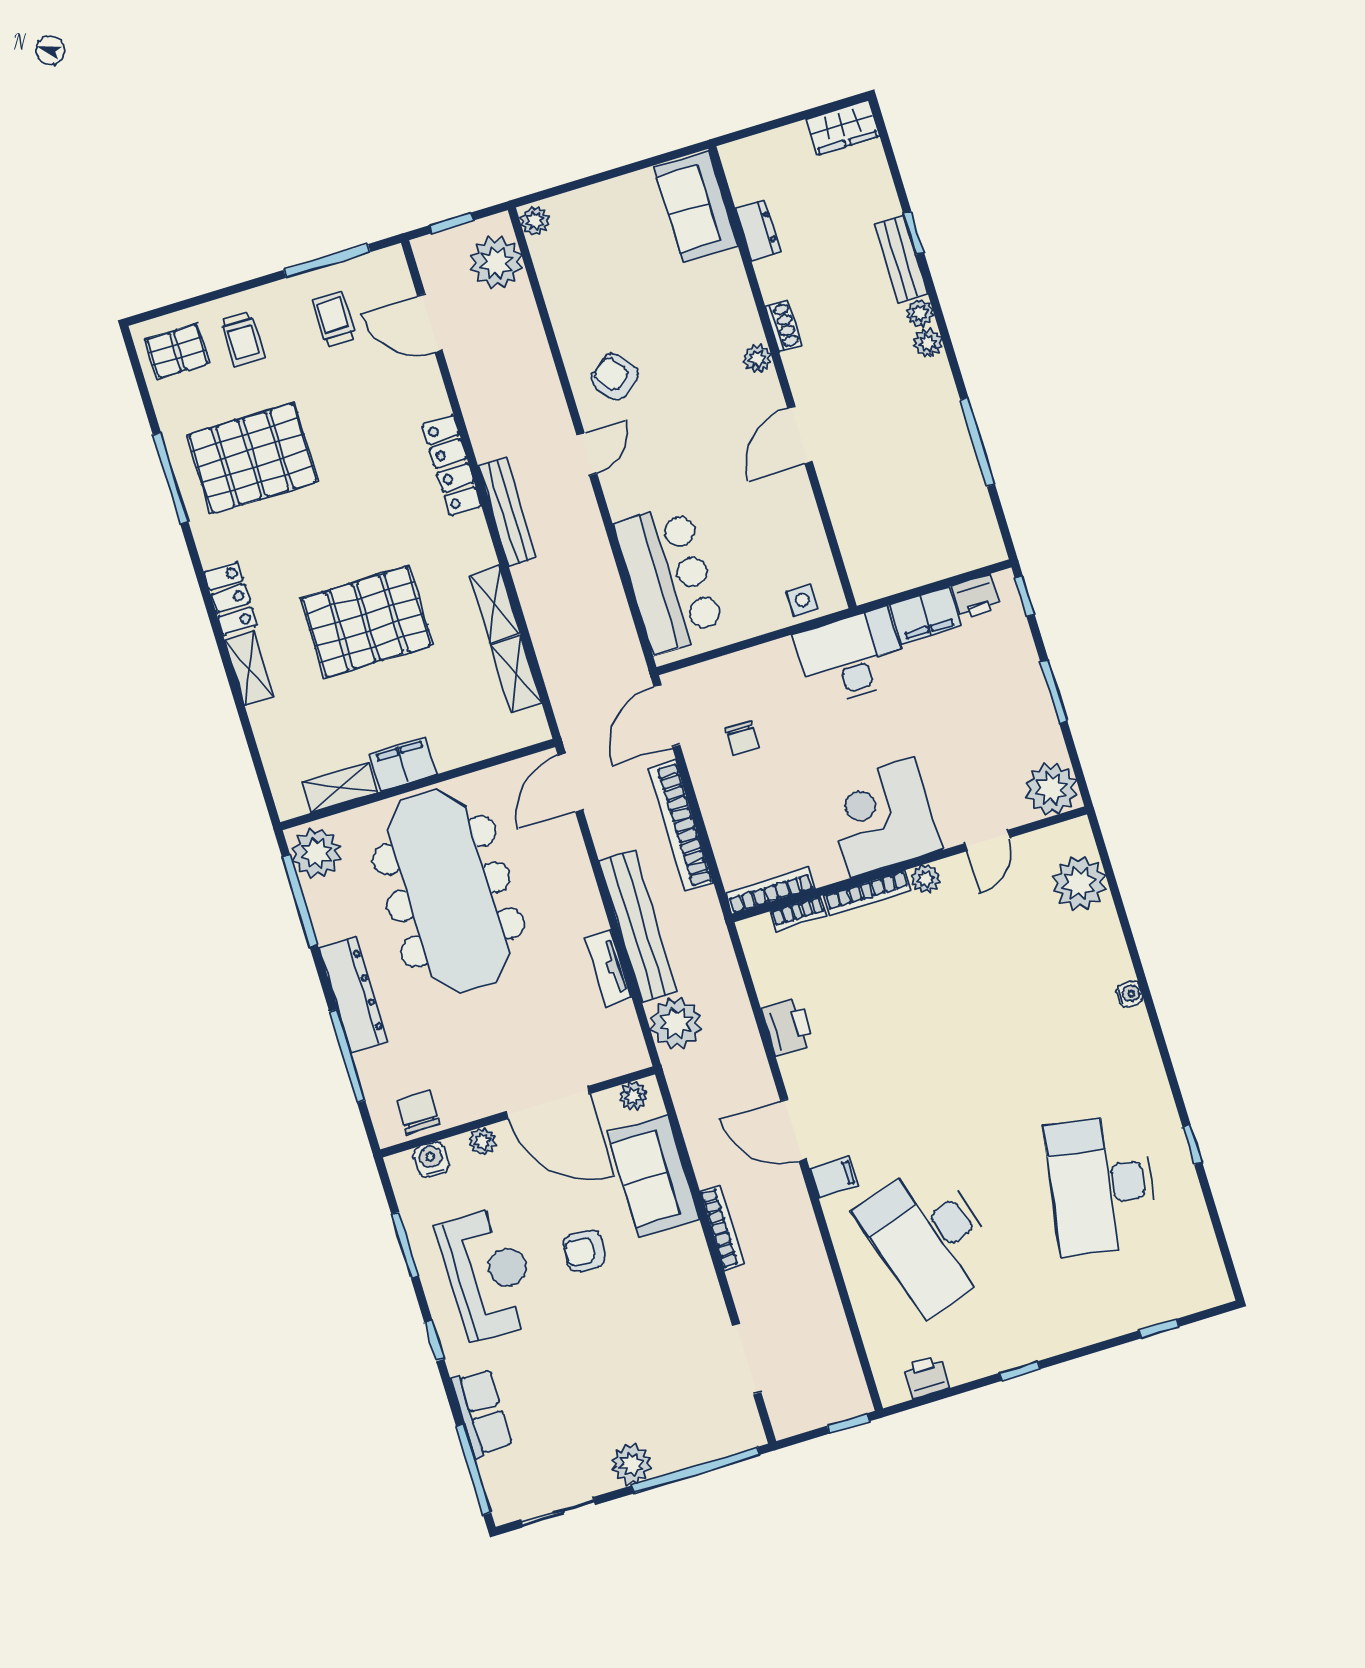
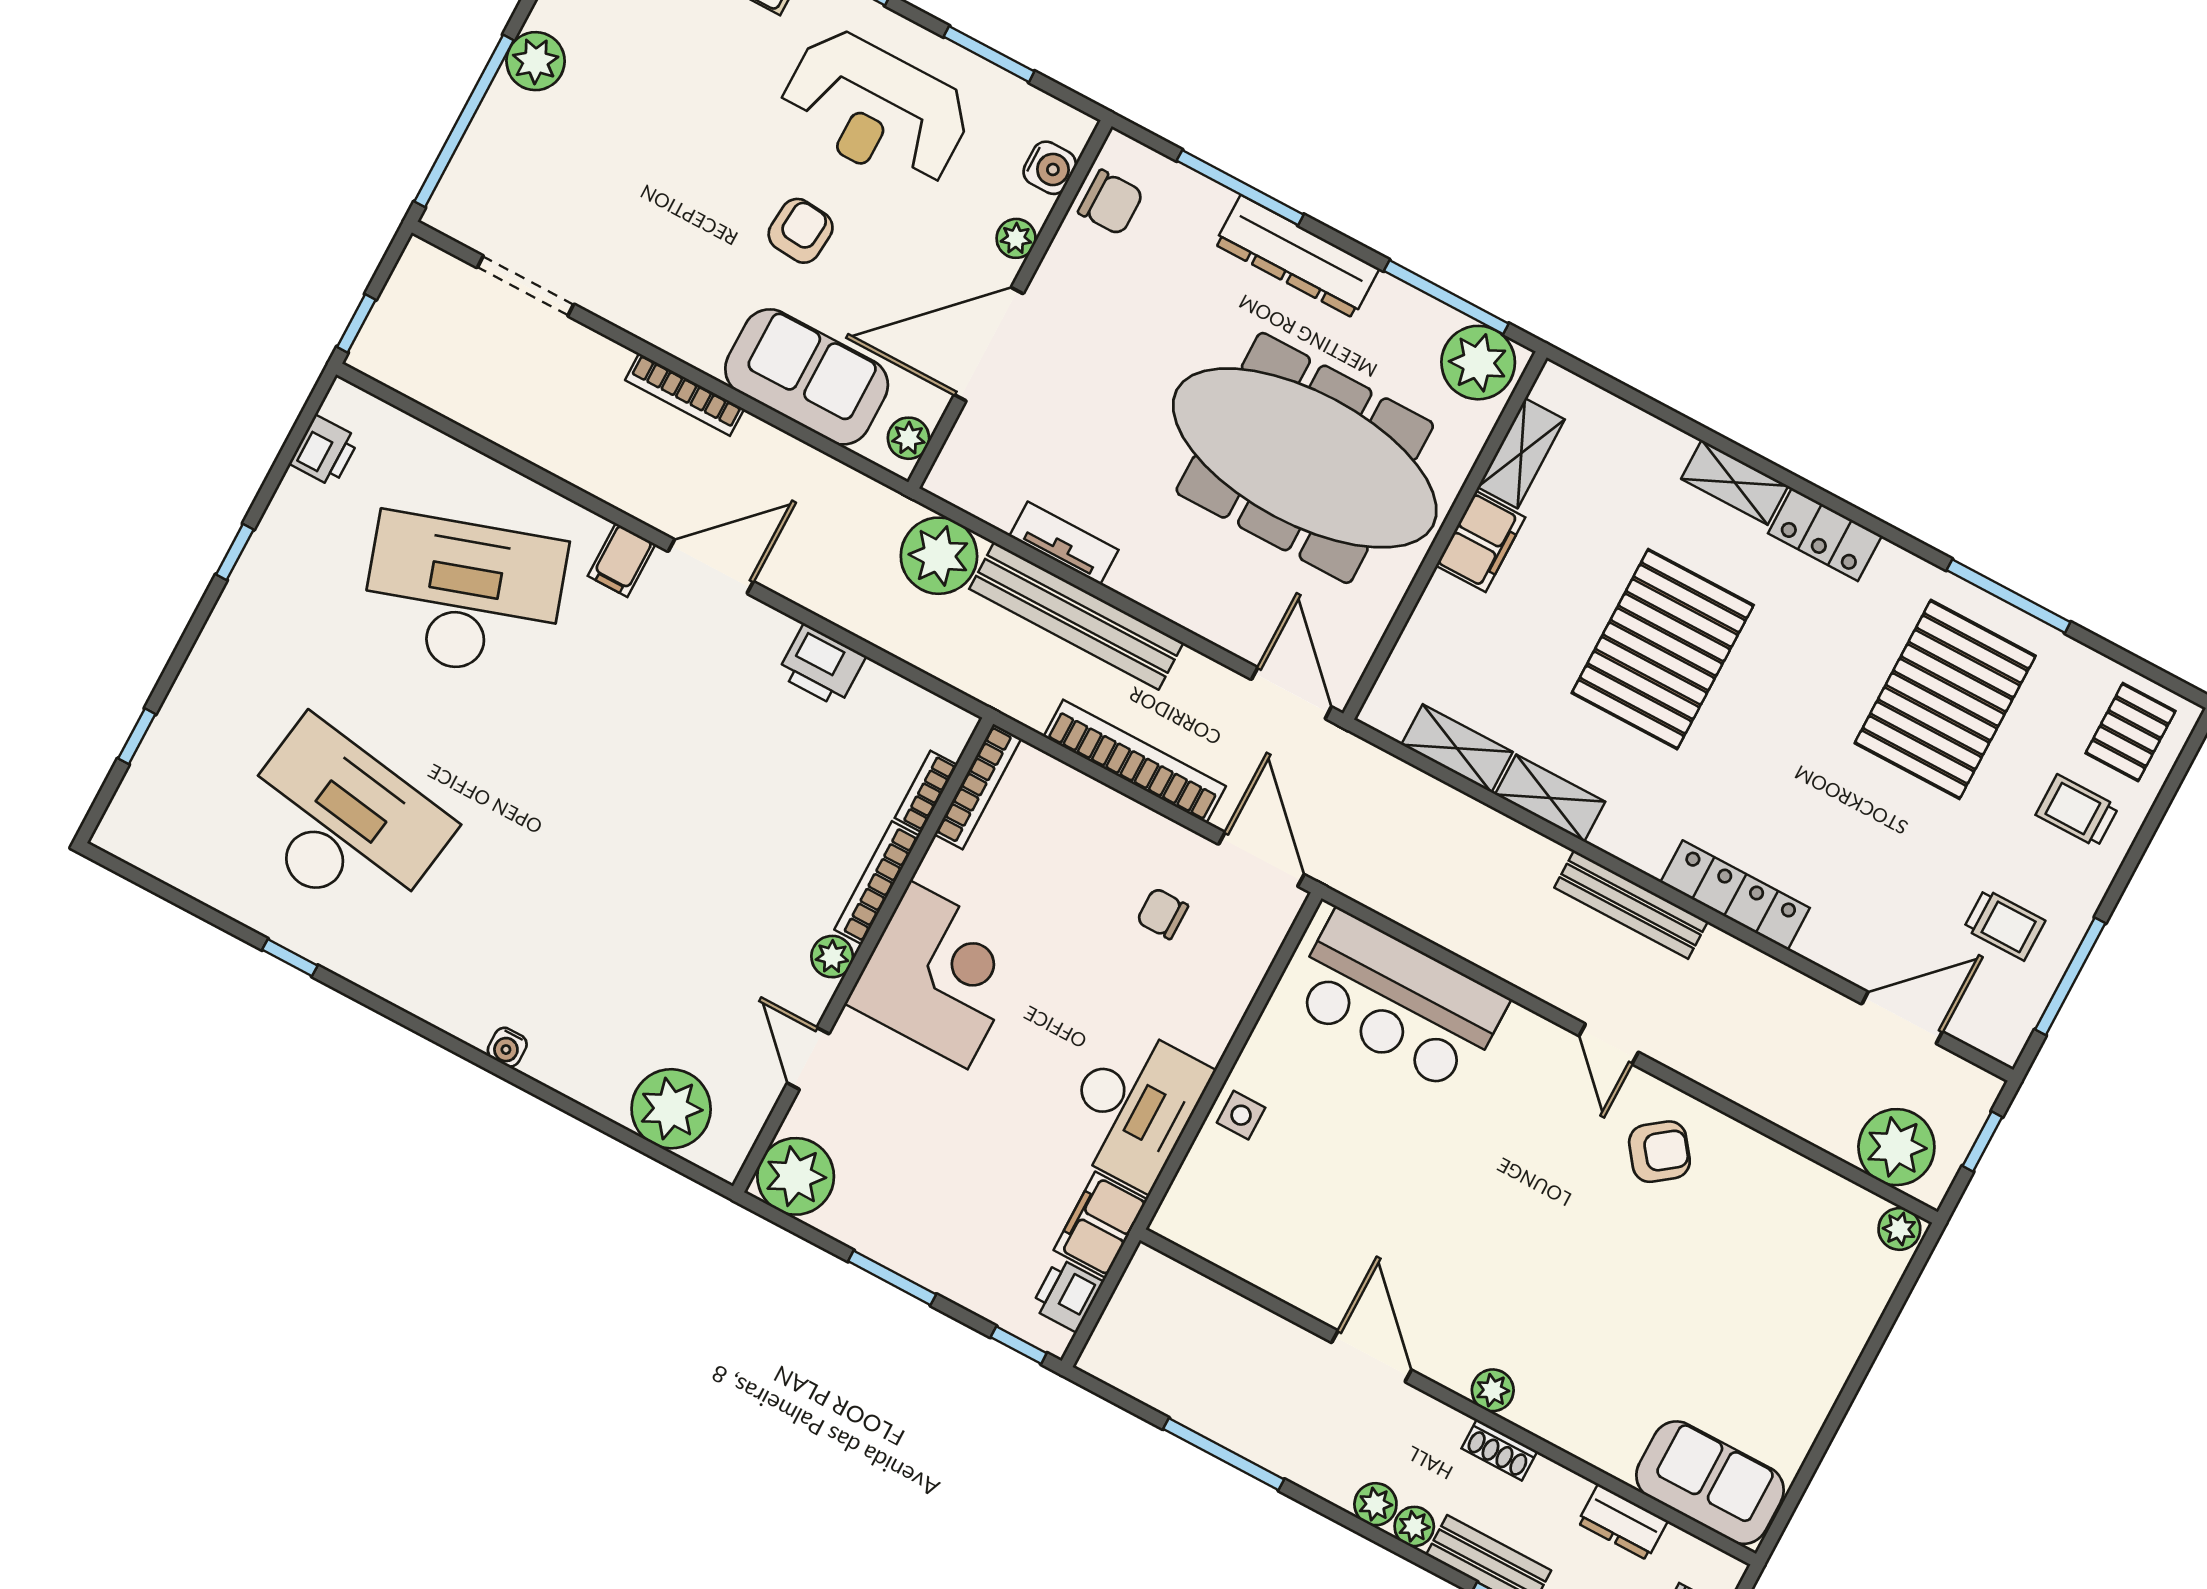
sofa: (696, 207) -> (1710, 1483), moved
dresser: (758, 230) -> (1623, 1522), moved
shoe rack: (783, 326) -> (1499, 1450), moved
plant: (757, 359) -> (1493, 1390), moved
wall: (782, 377) -> (1448, 1397), moved
door: (800, 435) -> (1372, 1356), moved

